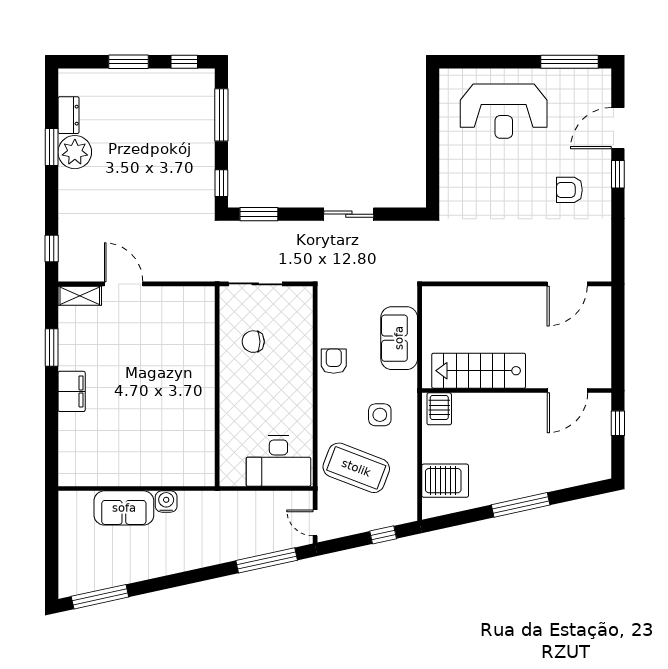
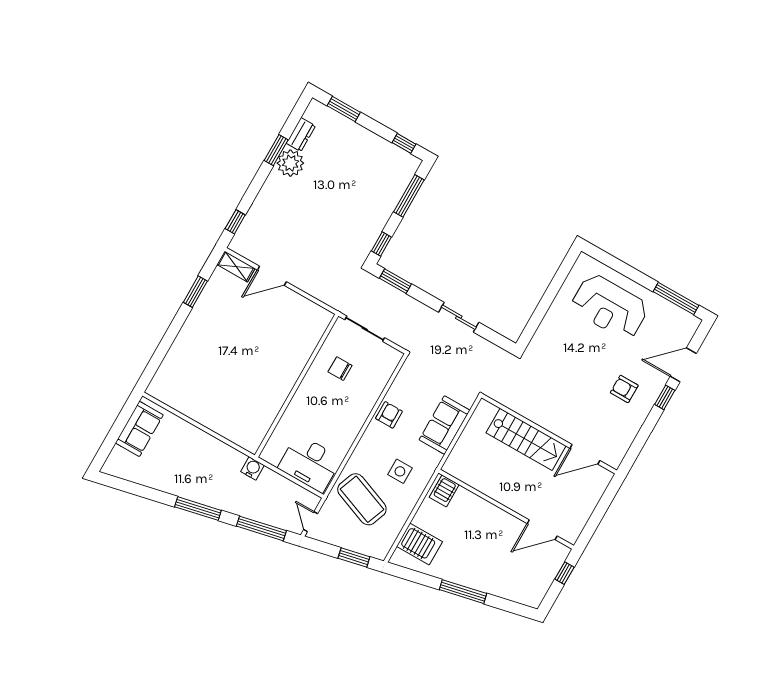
window: (128, 62) -> (344, 109), moved
door: (124, 284) -> (272, 276), swing flipped
stairs: (479, 371) -> (526, 439), moved, turned 180
filing cabinet: (72, 391) -> (192, 331), removed
water cooler: (166, 502) -> (252, 468), moved
sofa: (124, 508) -> (139, 429), moved, turned -90
window: (383, 535) -> (354, 557), width x1.50
window: (100, 597) -> (198, 509), moved

